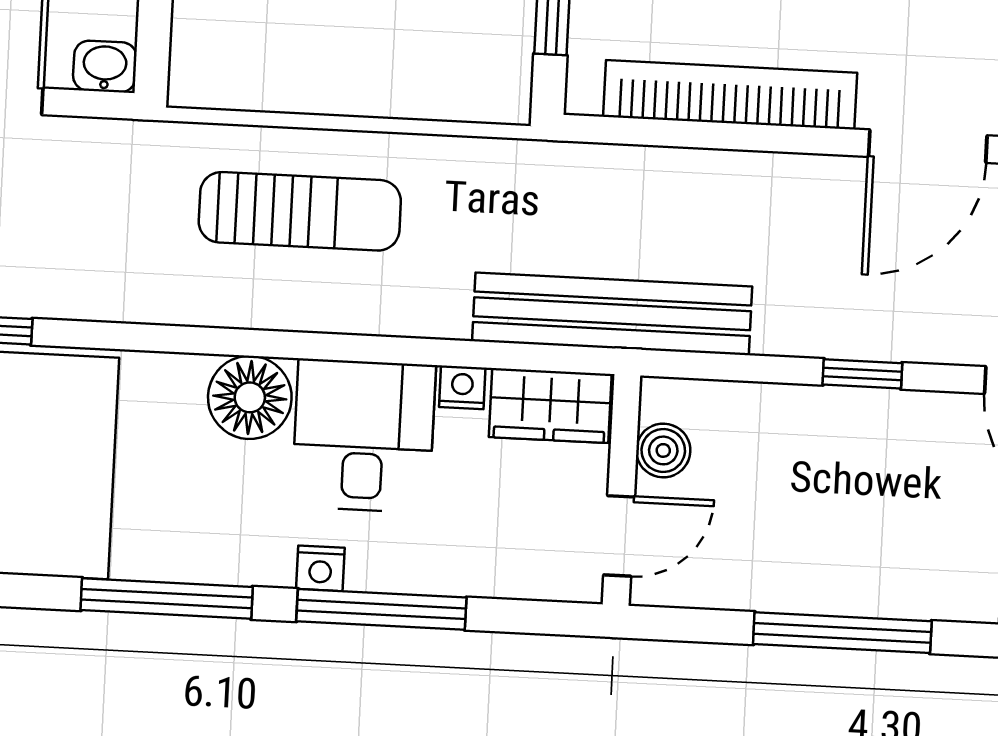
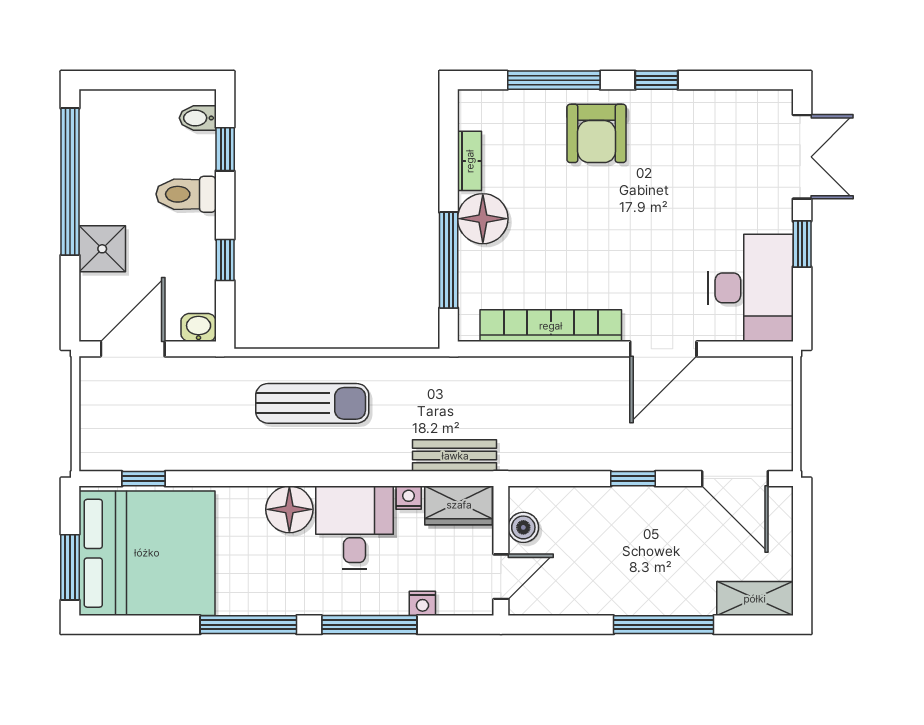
bench: (612, 314) -> (455, 456), width x0.54, depth x0.82
nightstand: (320, 568) -> (422, 603), moved
window: (842, 633) -> (664, 625), moved

